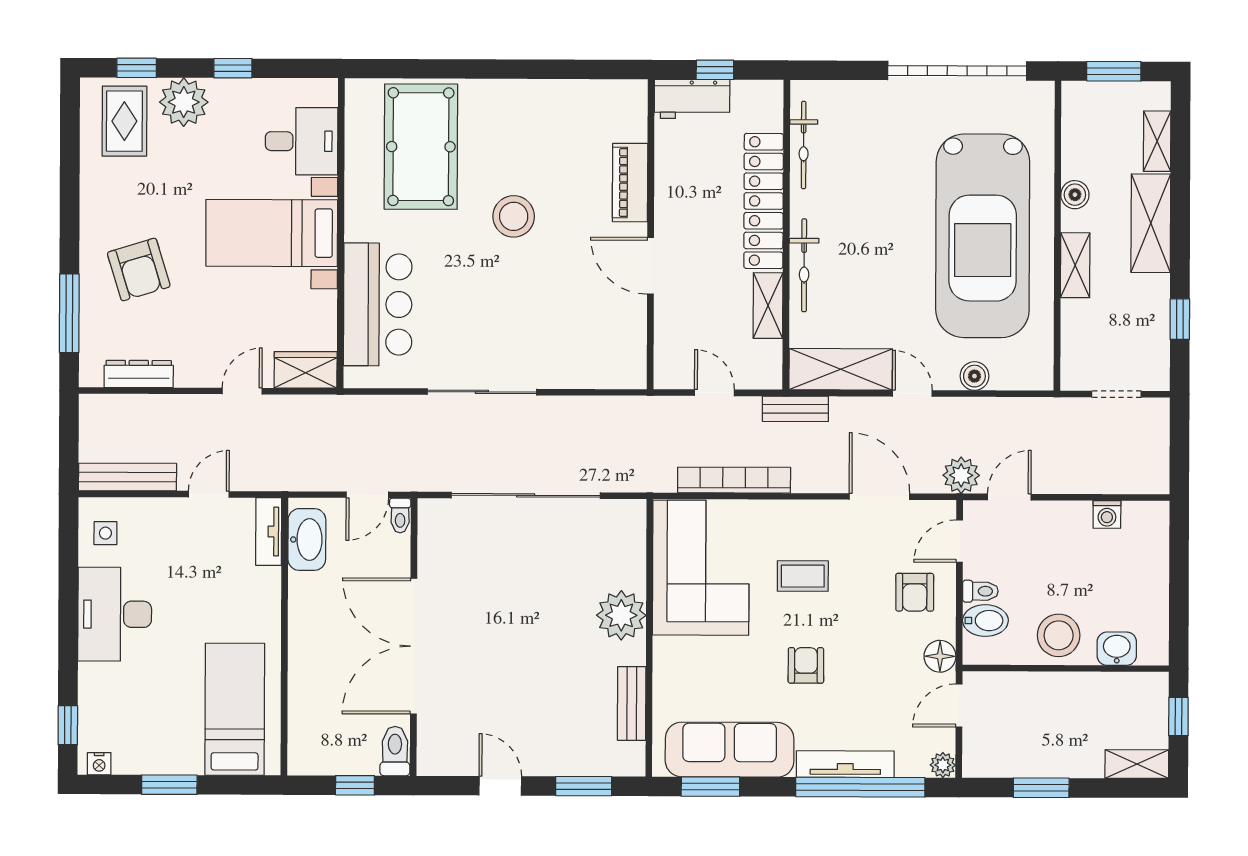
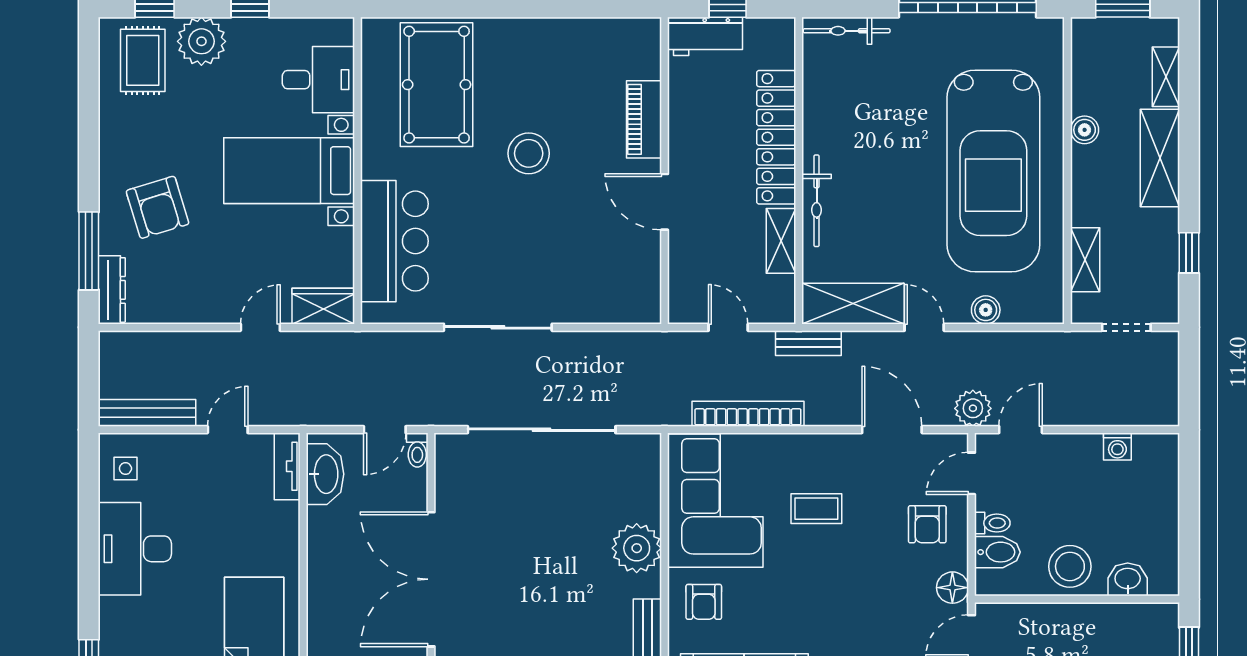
bicycle: (804, 145) -> (847, 31), moved, turned 90
shelving: (1075, 265) -> (1085, 260), moved
dresser: (139, 374) -> (112, 290), moved, turned 90
armchair: (806, 665) -> (704, 602), moved, turned 180

